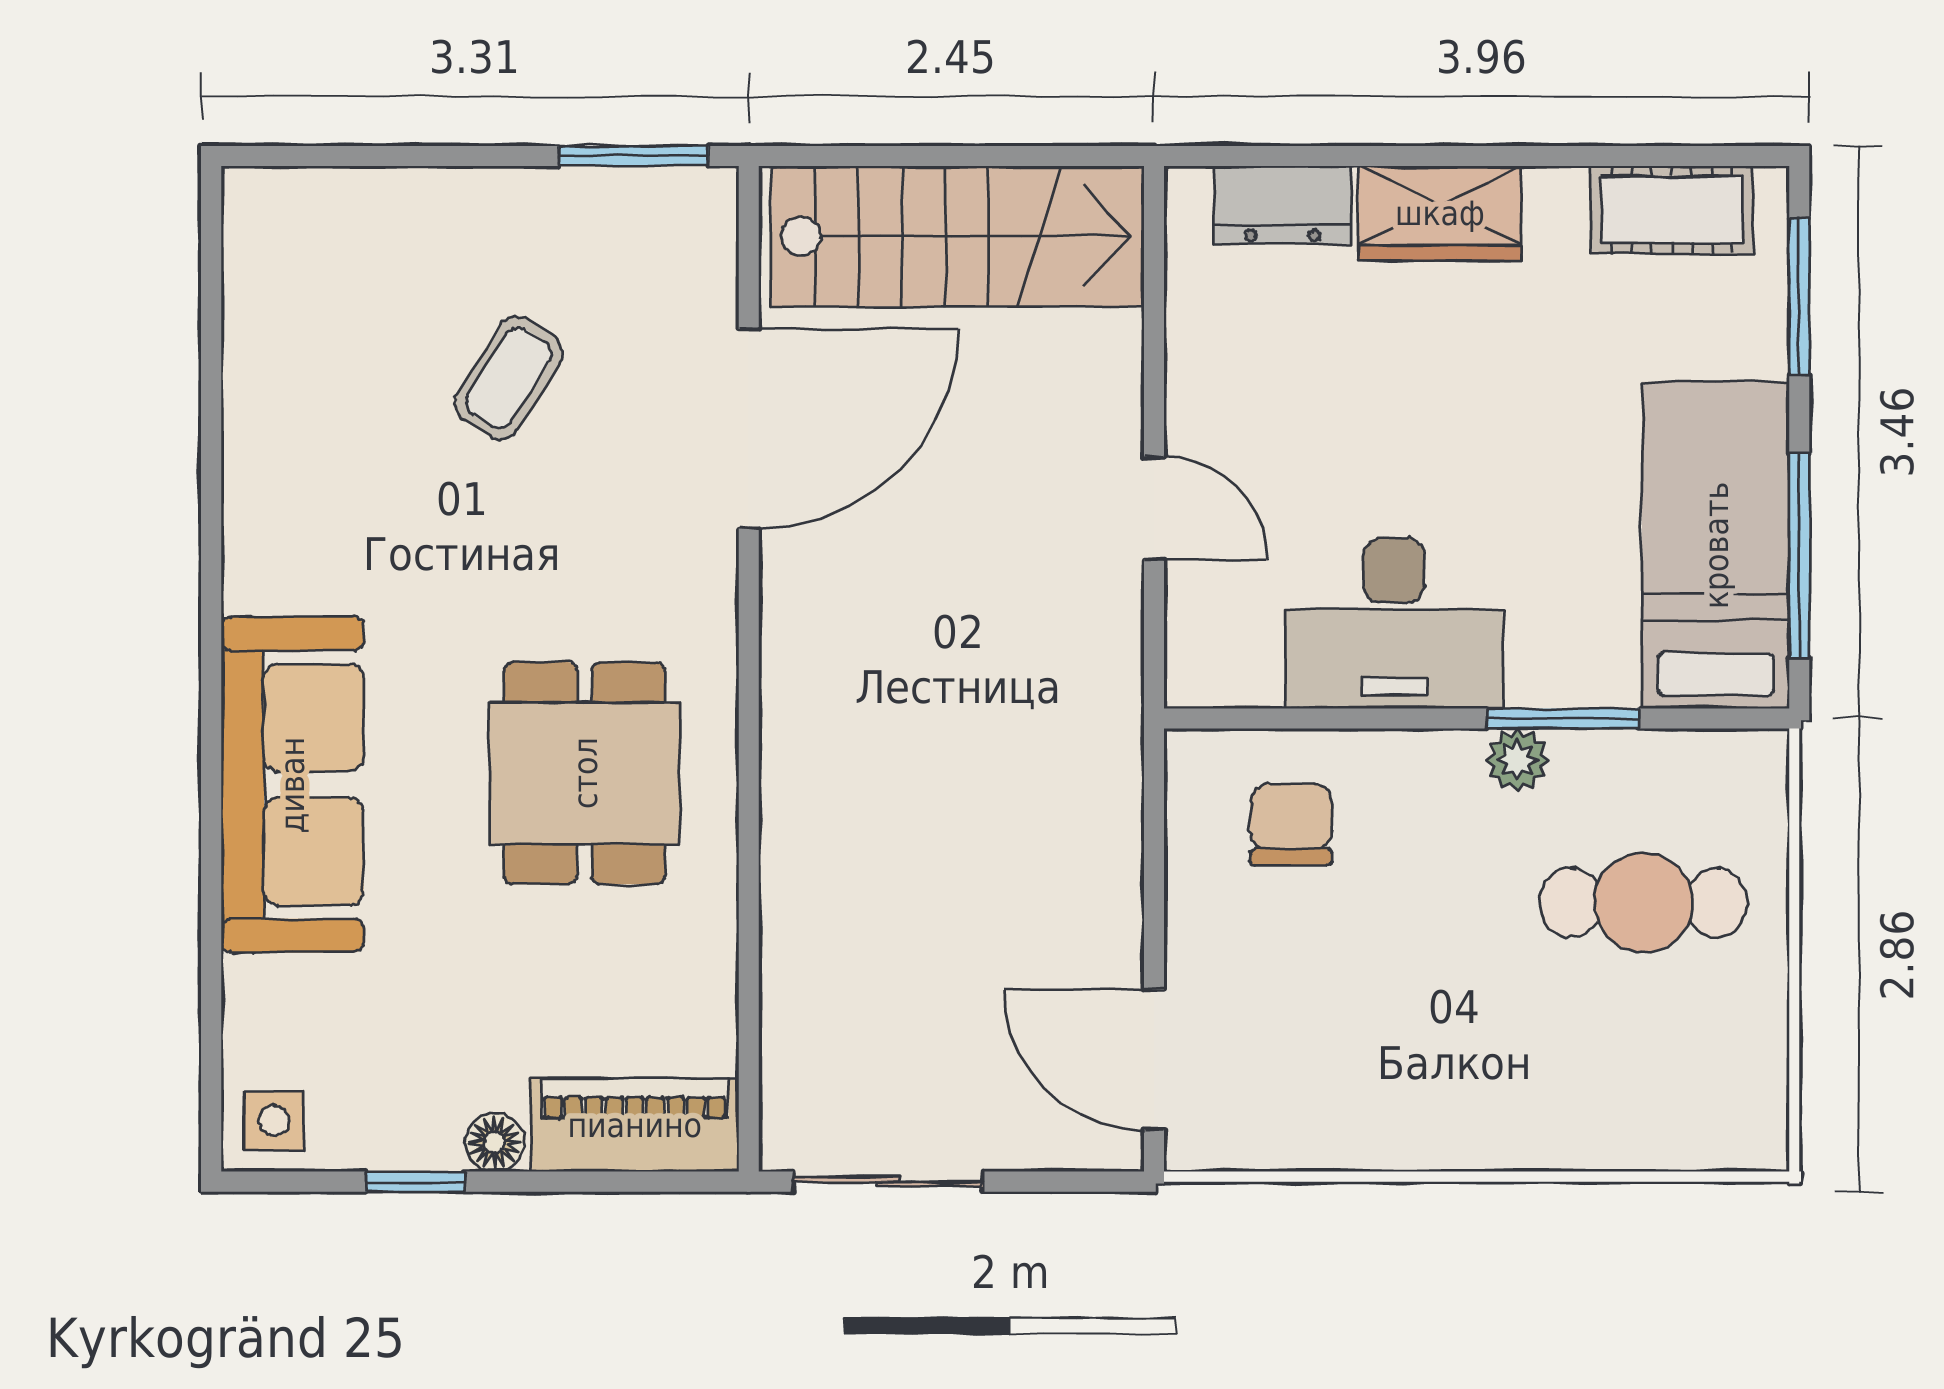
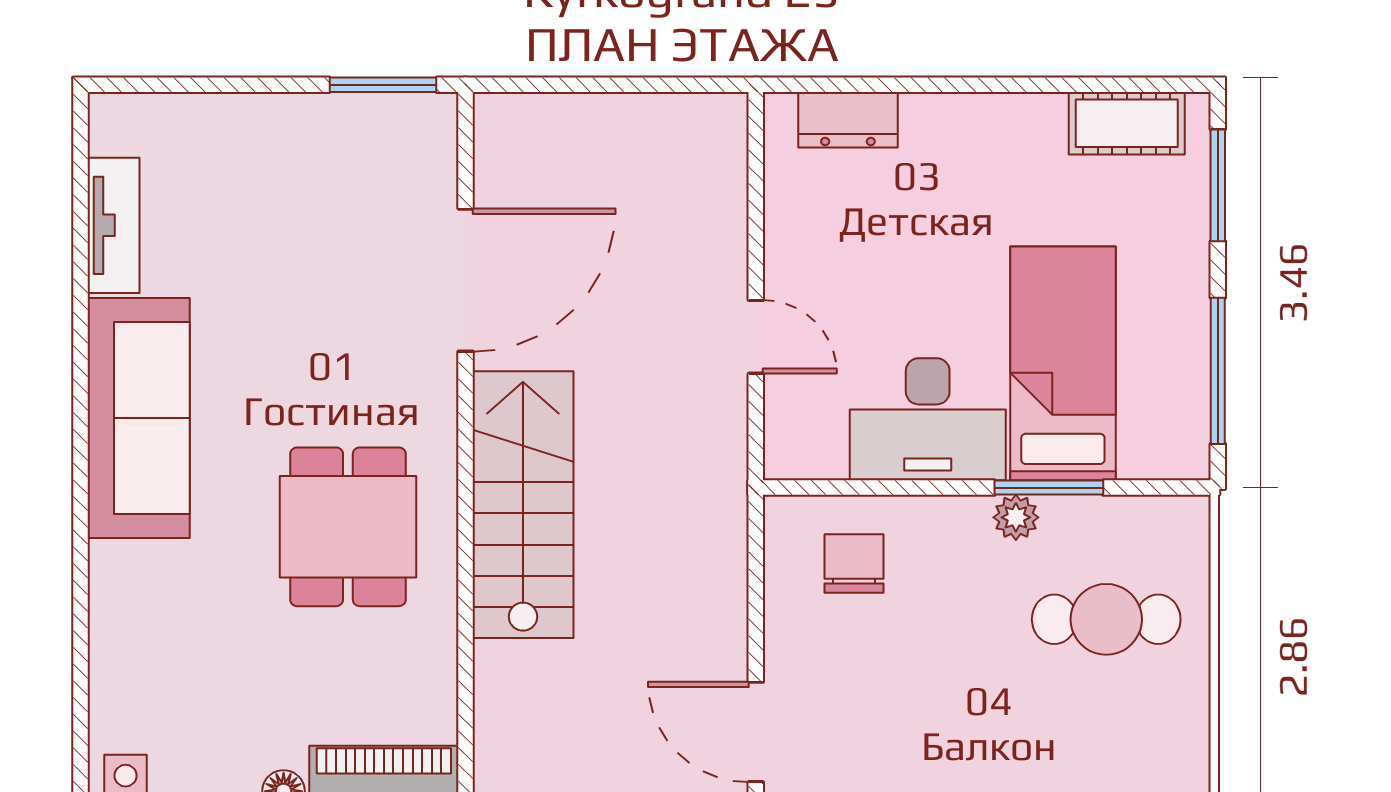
wardrobe: (1440, 213) -> (960, 126), removed
stairs: (958, 236) -> (523, 505), moved, turned -90
tv unit: (257, 352) -> (113, 225), added
coffee table: (509, 378) -> (294, 244), removed
bed: (1716, 545) -> (1063, 363), moved
sofa: (292, 785) -> (139, 418), moved

